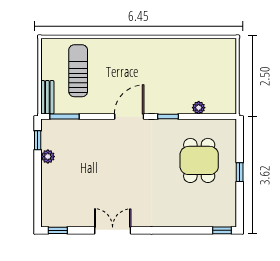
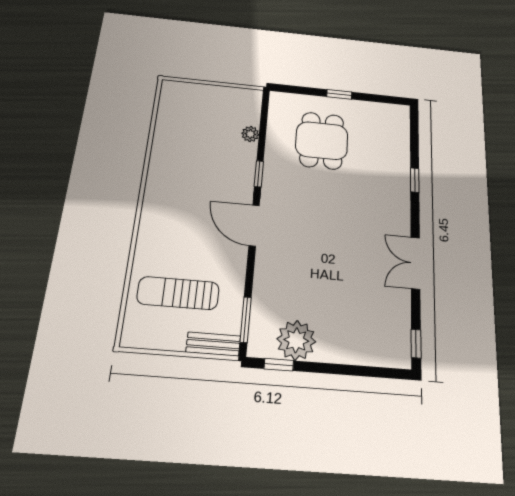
plant: (48, 157) -> (296, 340), width x1.88, depth x1.88
dining table: (199, 160) -> (322, 141), turned 90
window: (222, 230) -> (415, 180), moved

